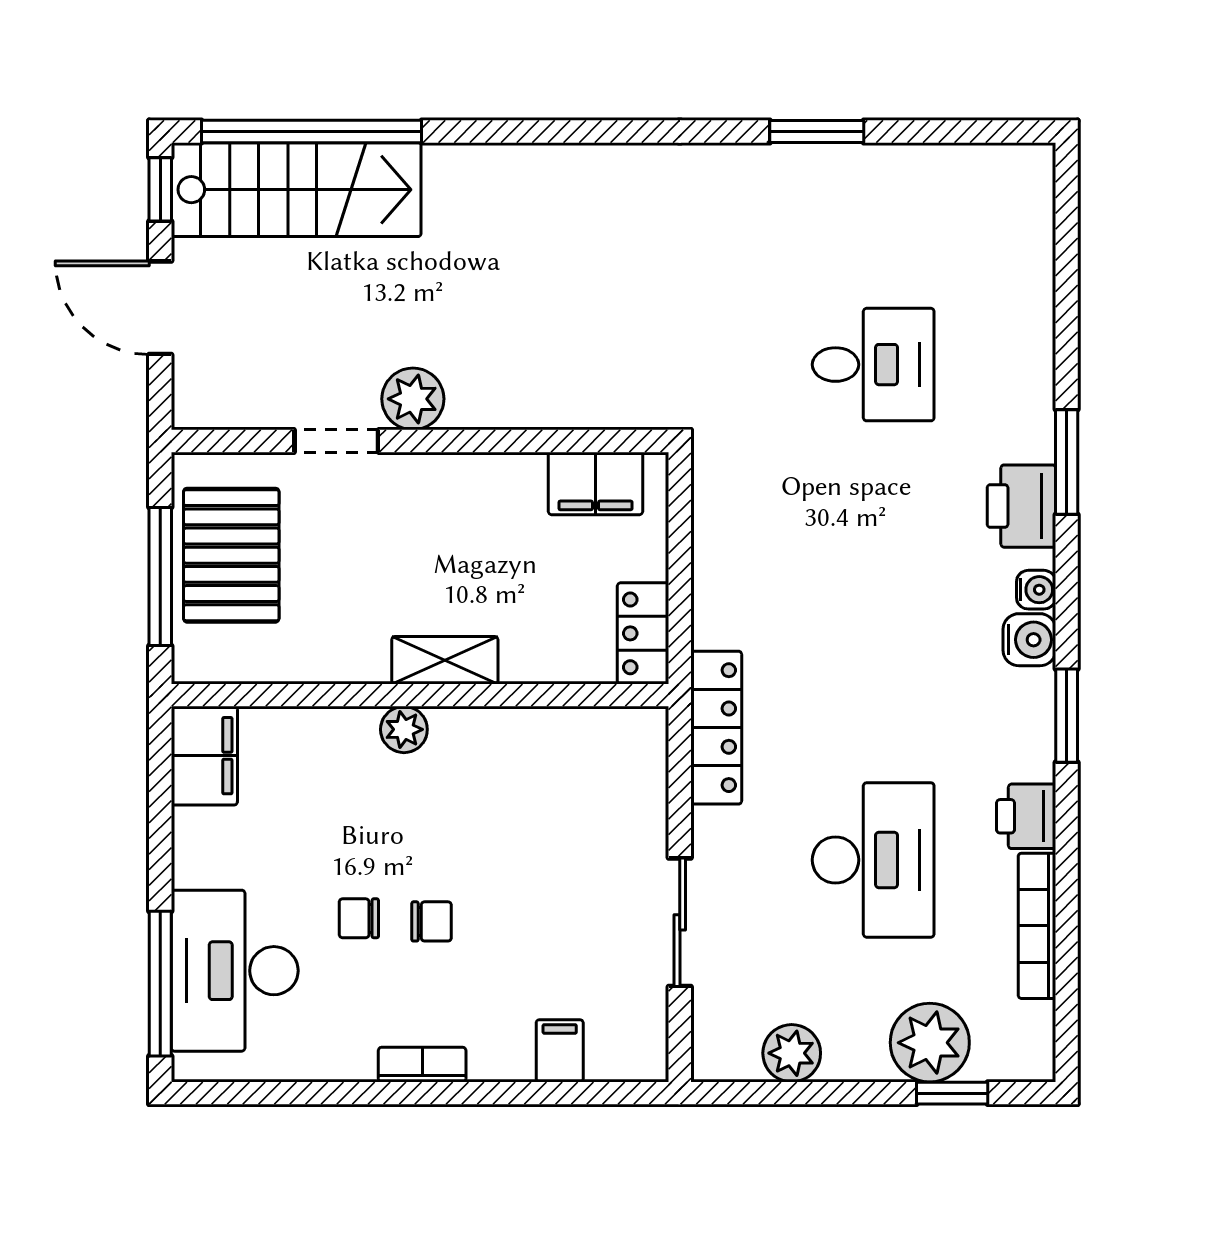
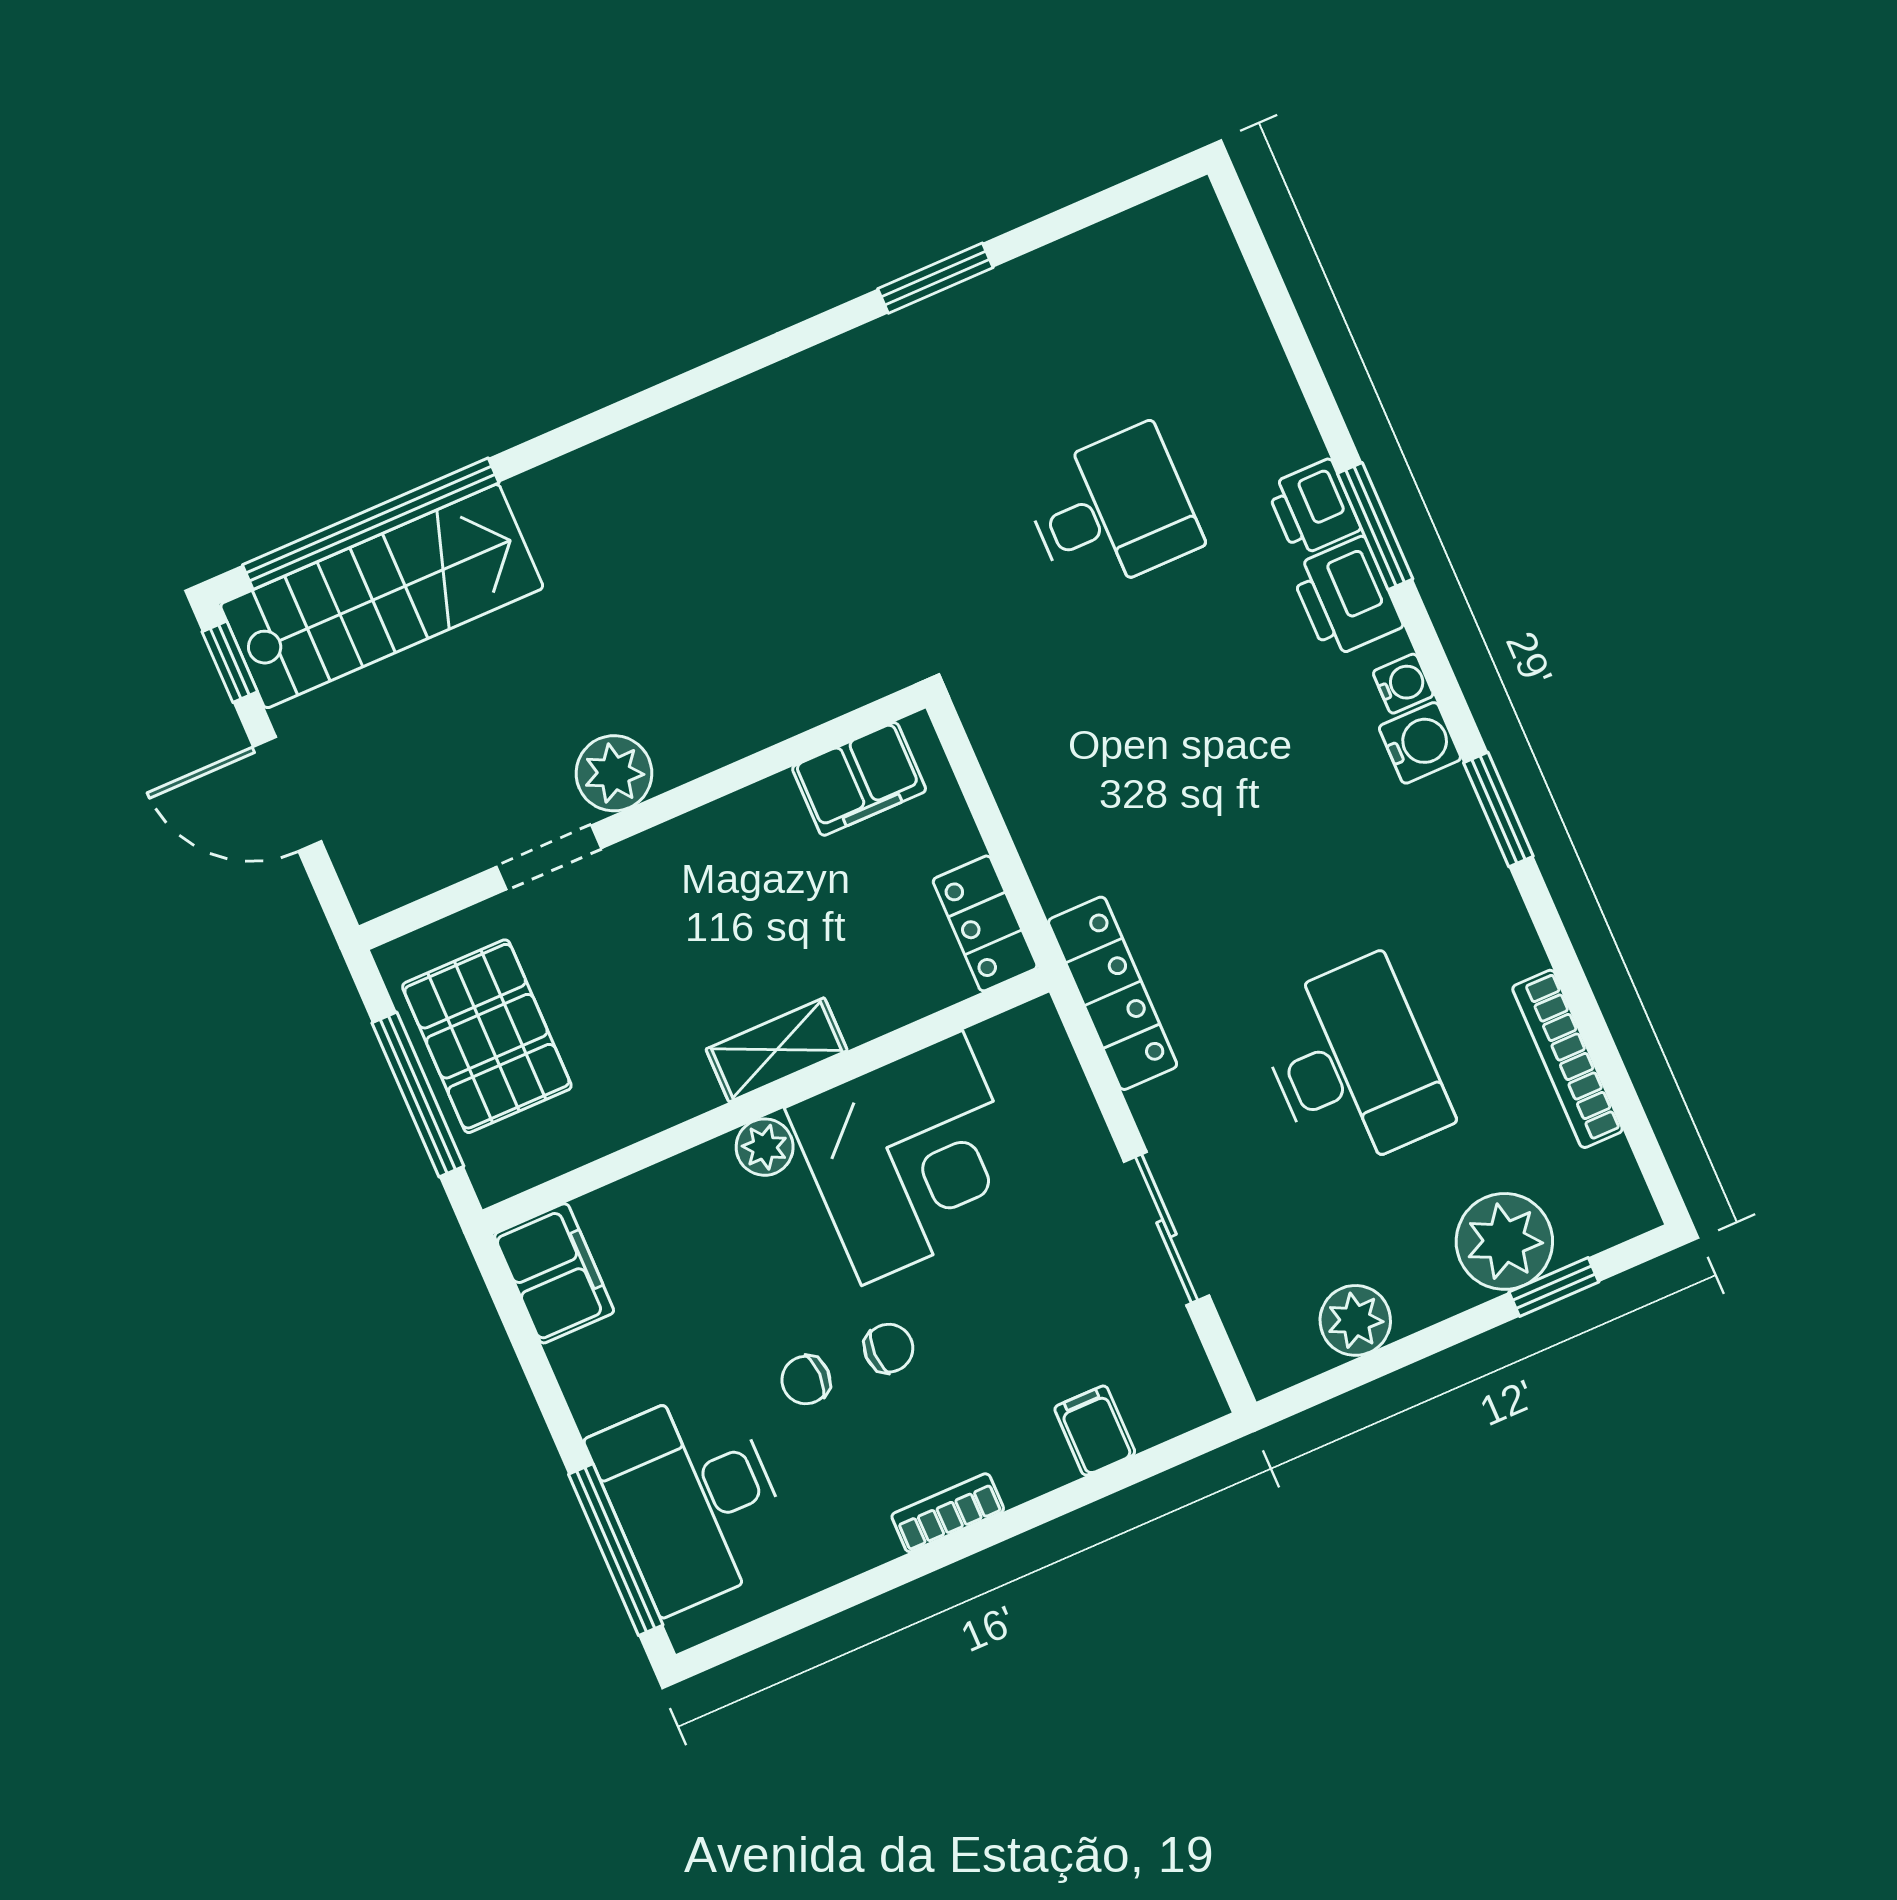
corner desk: (511, 786) -> (912, 1158), added
printer: (1026, 816) -> (1313, 508), moved

